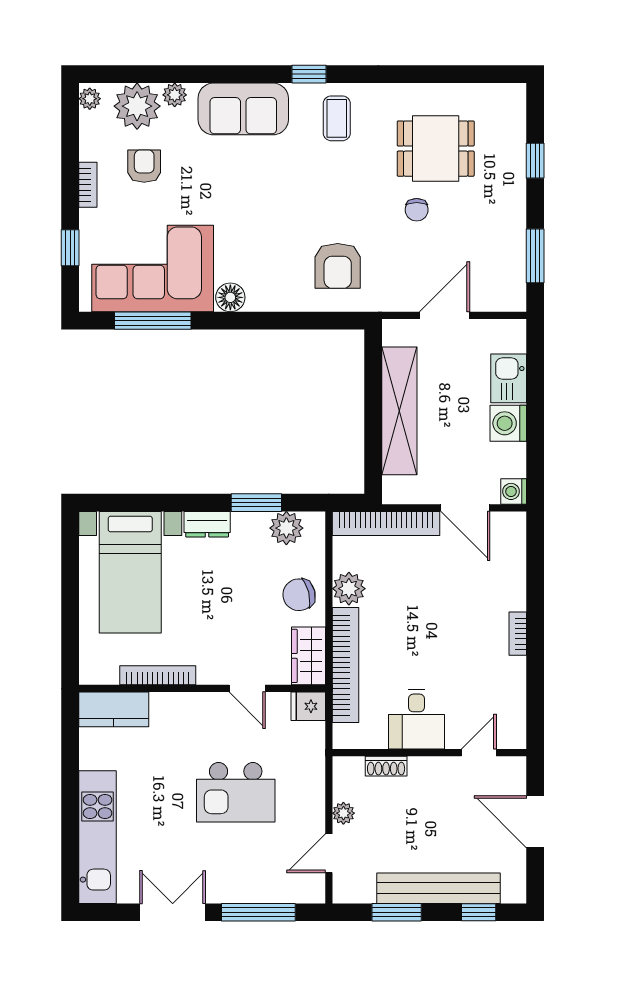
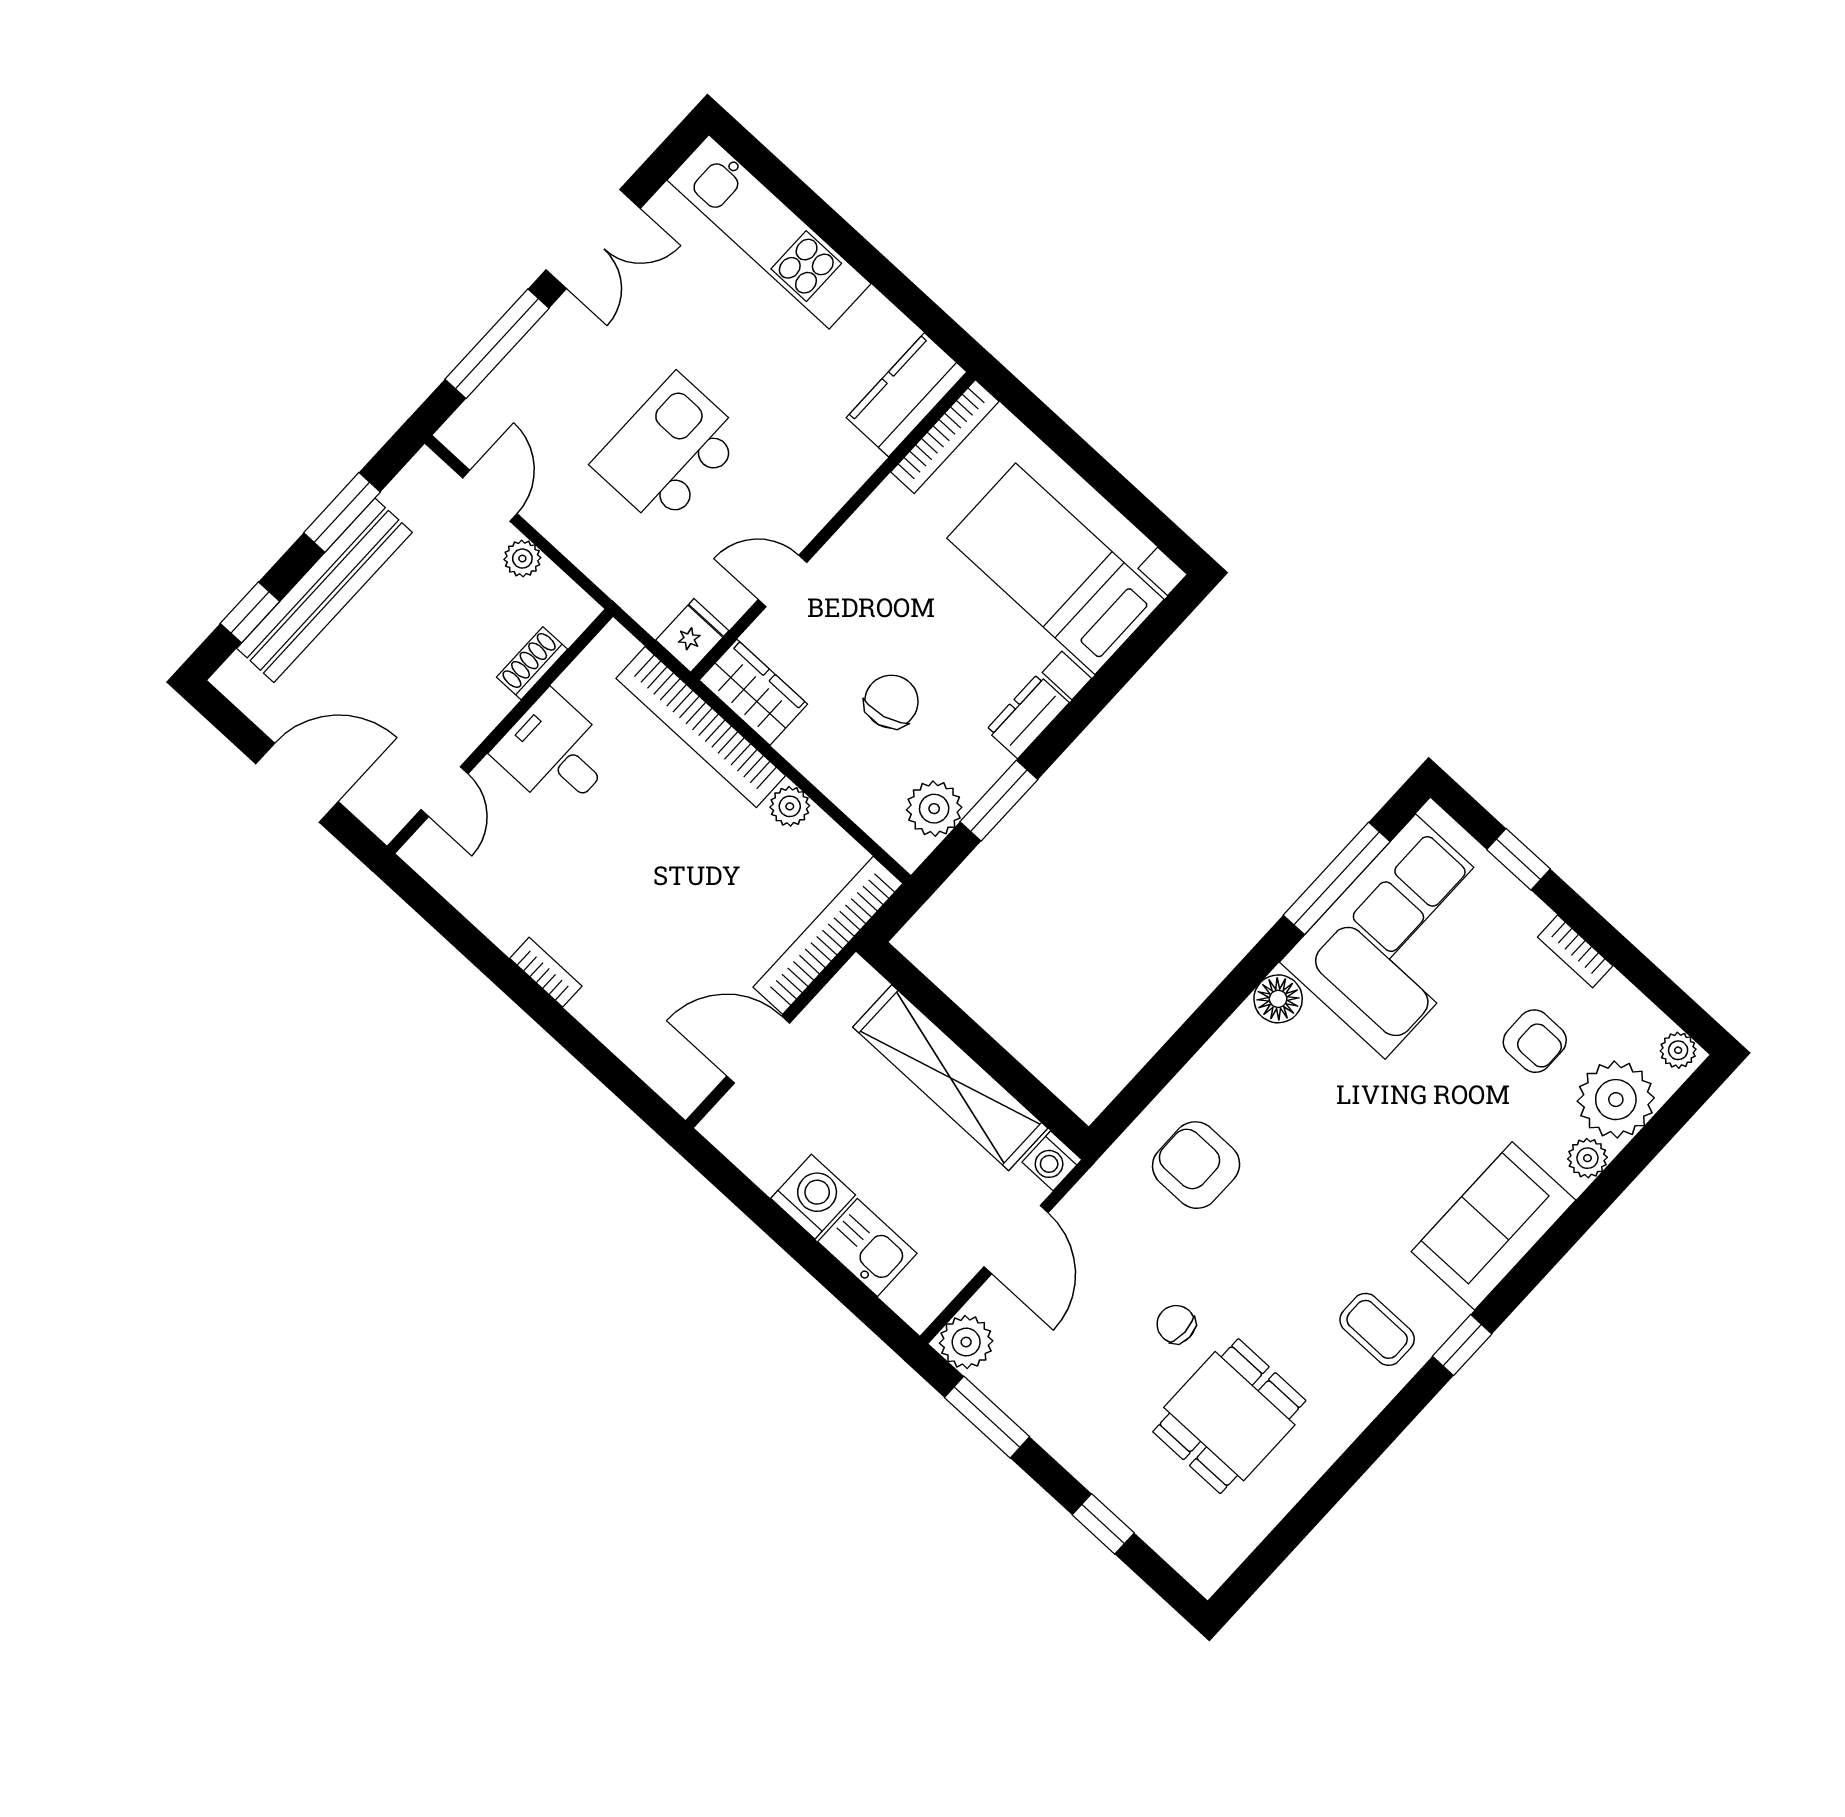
plant: (510, 296) -> (966, 1342), added
washing machine: (514, 491) -> (1052, 1161), moved, turned 180
plant: (349, 589) -> (790, 806), width x0.73, depth x0.73
chair: (299, 595) -> (891, 702), moved
bookcase: (158, 675) -> (945, 437), moved

